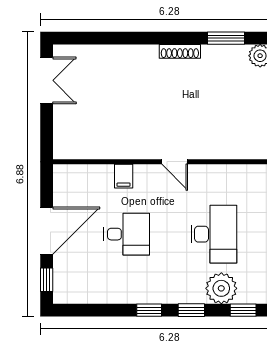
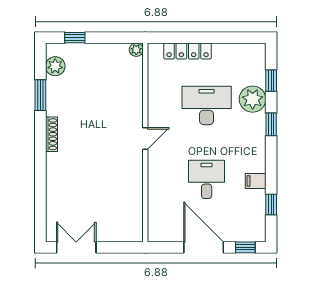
filing cabinet: (124, 176) -> (256, 181), moved, turned 180
window: (149, 310) -> (271, 204), moved

